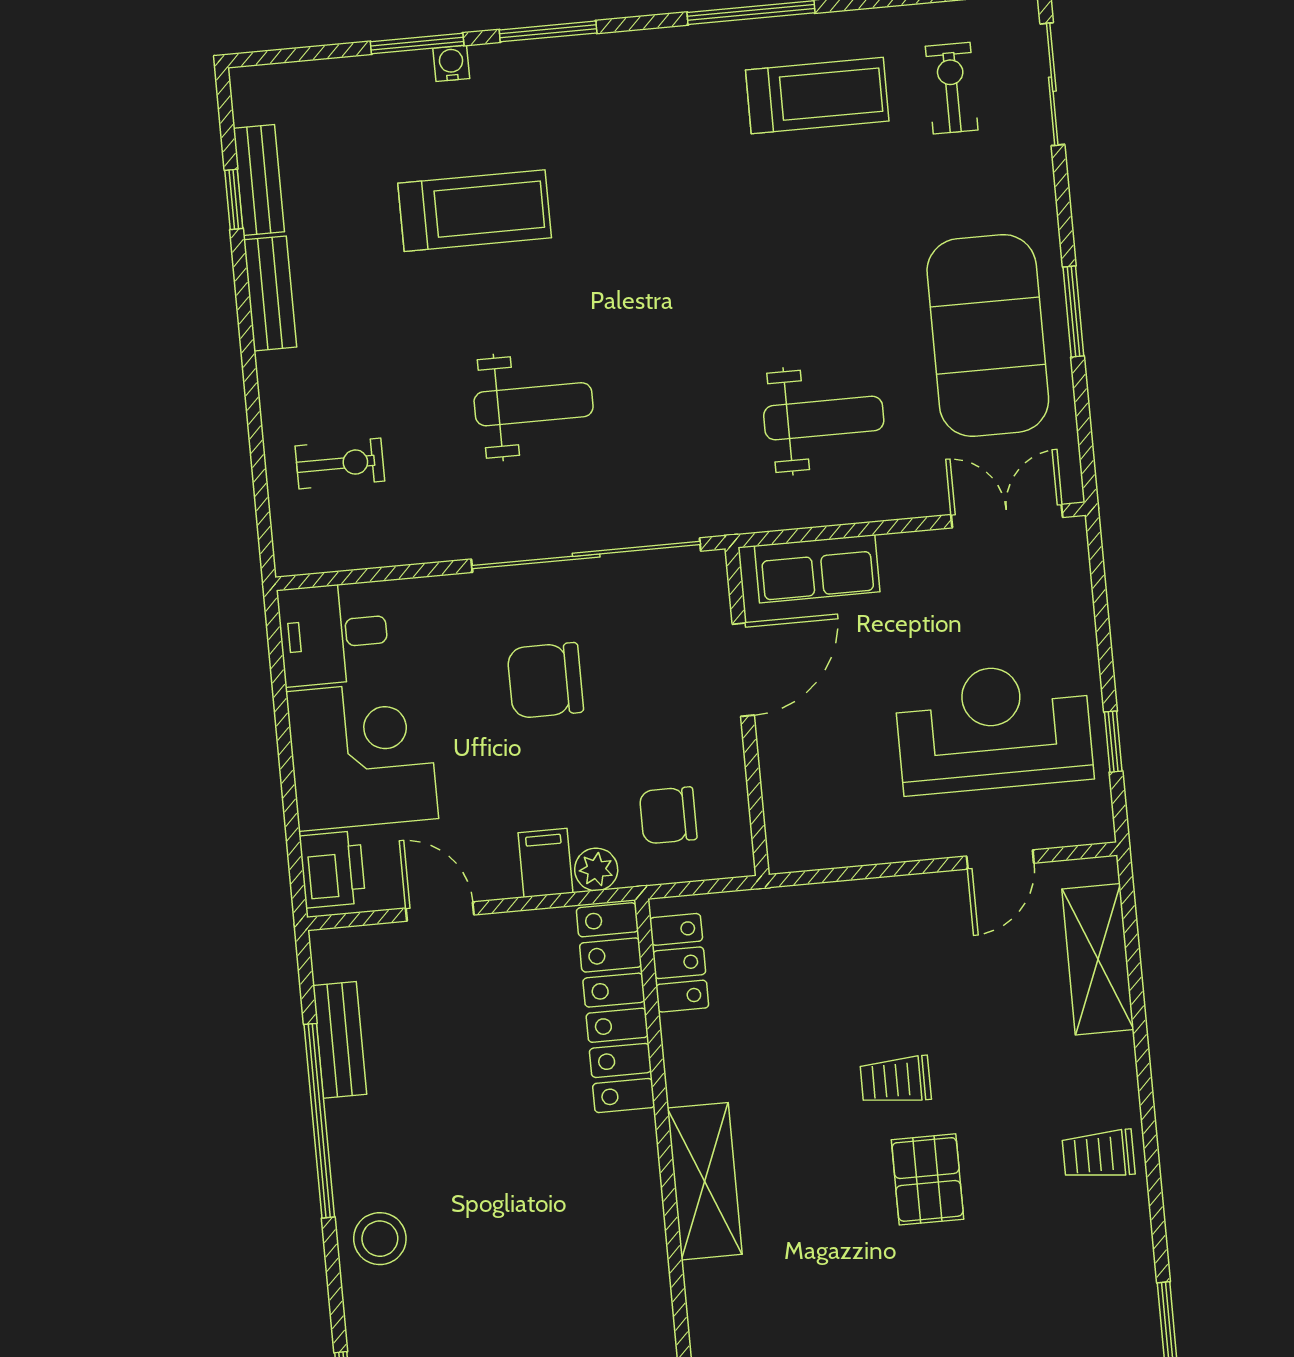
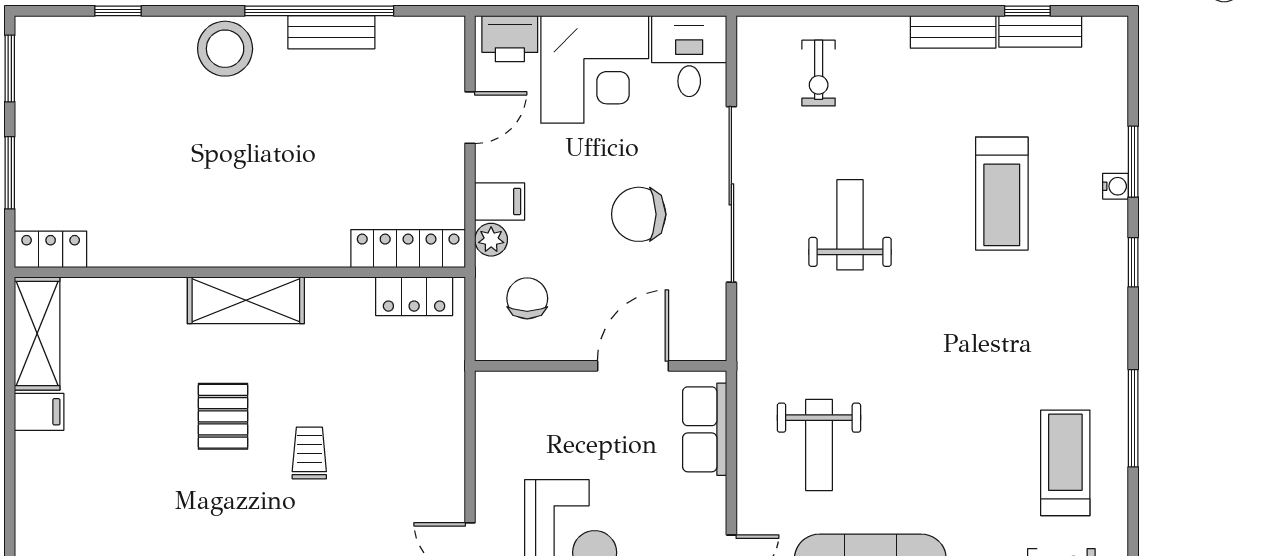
window: (548, 31) -> (1133, 262), width x0.67
treadmill: (817, 95) -> (1065, 463), turned 180
weight bench: (534, 404) -> (850, 225), turned 180
sliding door: (586, 555) -> (731, 194), moved
door: (743, 670) -> (633, 366), swing flipped
chair: (545, 680) -> (639, 214), turned -90
locker: (616, 1008) -> (408, 249), width x0.71, depth x0.83
bench: (340, 1040) -> (331, 32), moved
pallet: (928, 1179) -> (223, 416), moved, turned 90
stool: (380, 1239) -> (225, 49), width x1.38, depth x1.38

